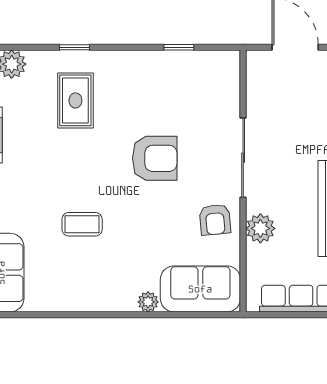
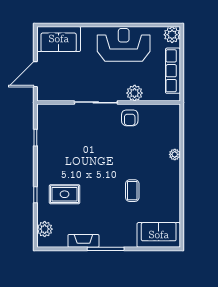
armchair: (155, 158) -> (96, 151), removed
armchair: (215, 220) -> (130, 118), turned 95
sofa: (200, 289) -> (168, 126), removed

